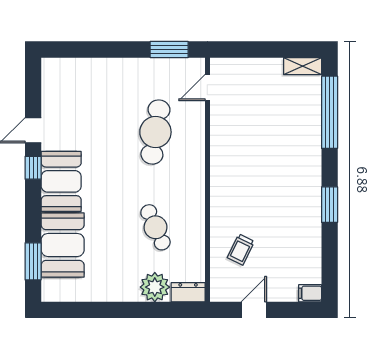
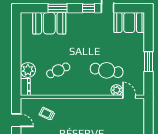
window: (169, 49) -> (149, 62), moved
plant: (194, 112) -> (117, 90), added
booth: (61, 181) -> (129, 22), moved
window: (33, 261) -> (57, 8), moved

